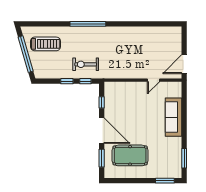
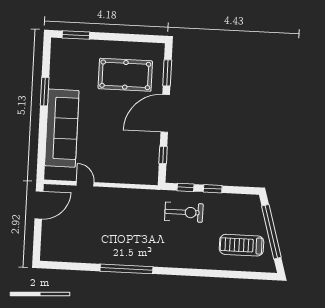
window: (88, 24) -> (126, 269), moved
door: (153, 80) -> (85, 184), hinge flipped
sofa: (173, 117) -> (62, 128), width x1.36, depth x1.27
door: (102, 131) -> (165, 113), hinge flipped
window: (184, 158) -> (45, 92), moved

